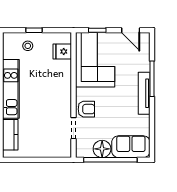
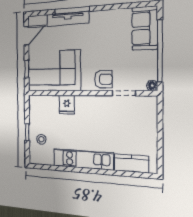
fridge: (62, 52) -> (67, 105), moved
tv unit: (144, 93) -> (68, 19), moved
armchair: (86, 109) -> (103, 79), turned 90
floor lamp: (102, 149) -> (152, 86), moved, width x0.53, depth x0.53

